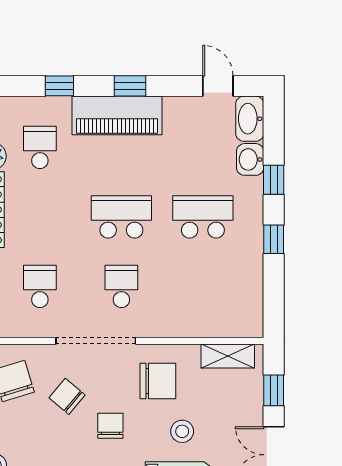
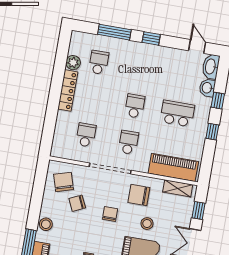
window: (59, 86) -> (114, 32), width x2.17
piano: (117, 115) -> (173, 167), moved, turned 180
school desk: (121, 217) -> (135, 106), width x0.54
chair: (158, 381) -> (139, 195), turned 180
chair: (67, 396) -> (77, 203), moved, turned -65

